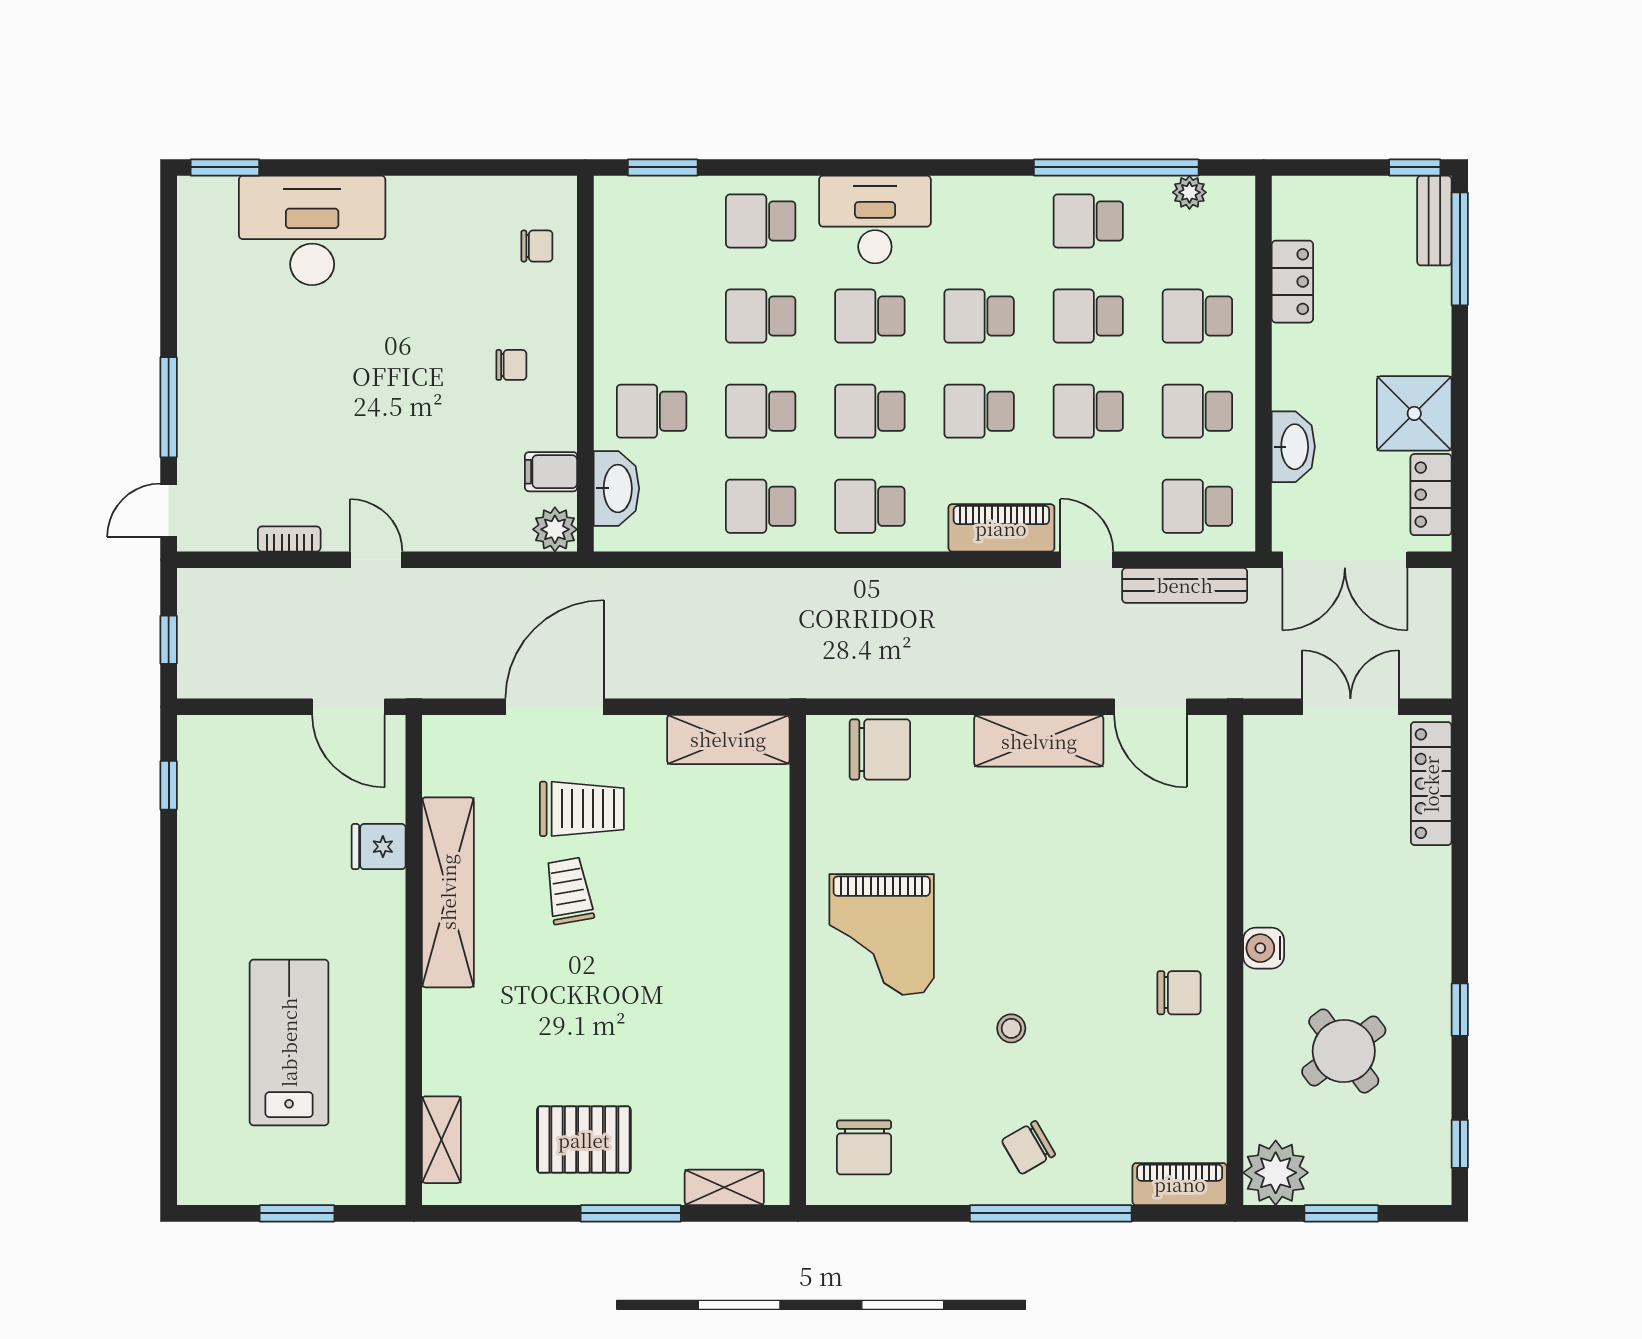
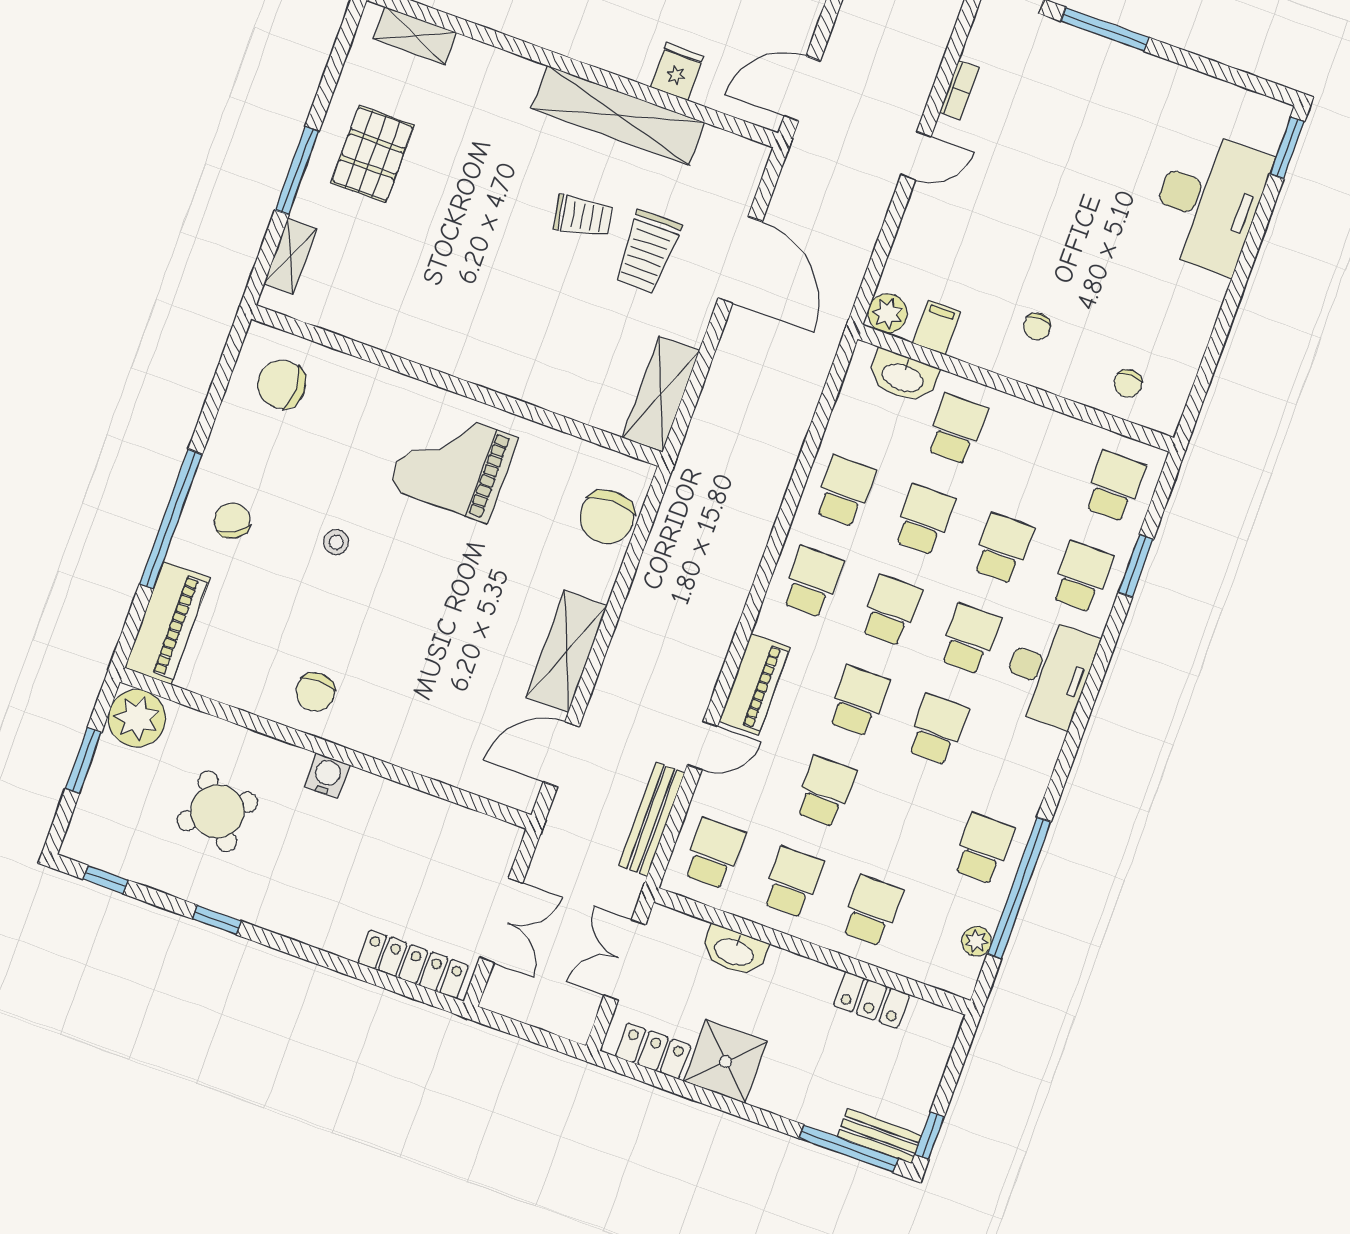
window: (663, 167) -> (1136, 566), moved
school desk: (1088, 316) -> (1114, 486), moved
double door: (1345, 560) -> (625, 960), width x0.73
piano: (1180, 1184) -> (167, 623), width x1.37, depth x1.33

